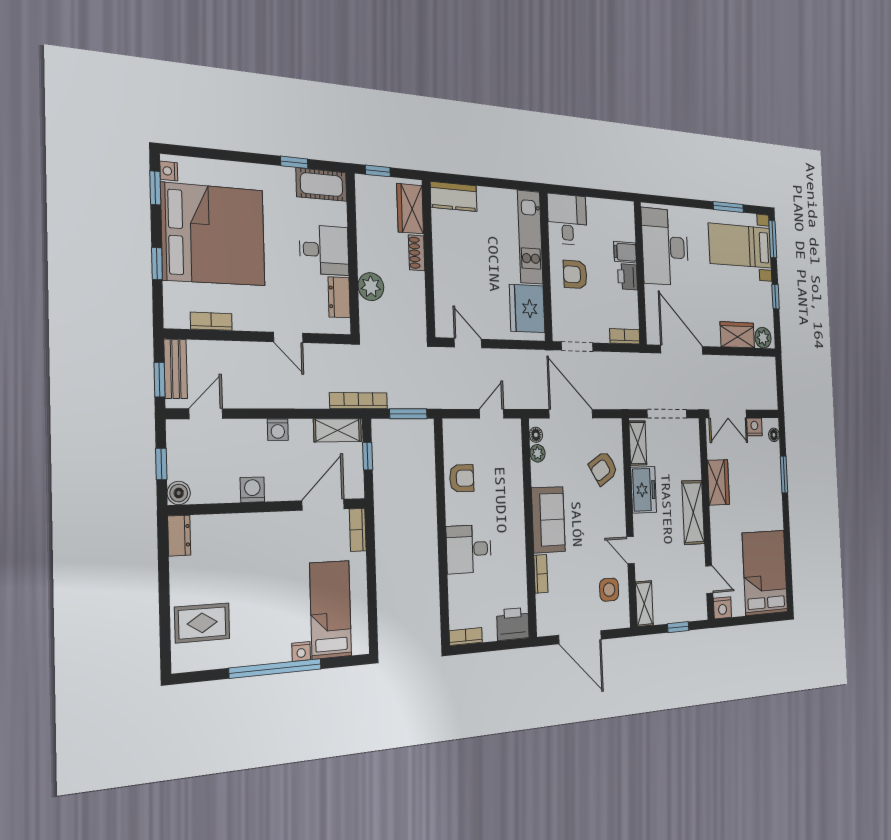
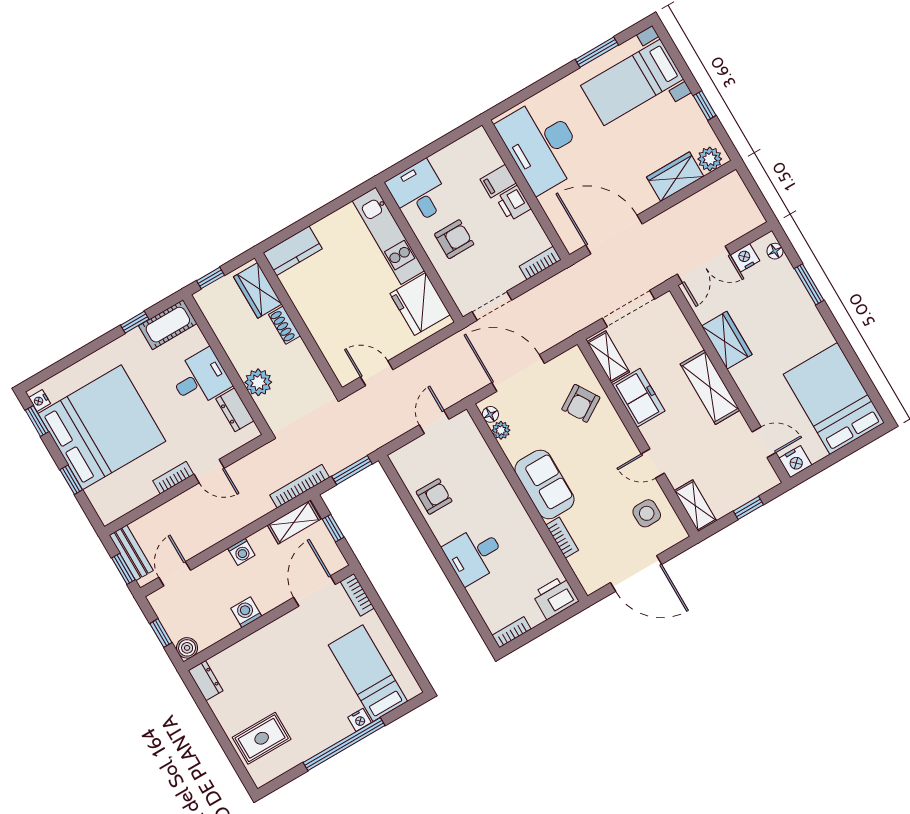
window: (773, 239) -> (670, 47), removed
armchair: (575, 274) -> (454, 239), turned 180
bookcase: (211, 321) -> (173, 478), moved

